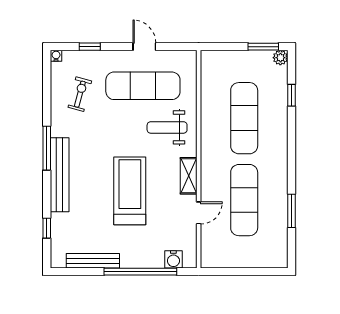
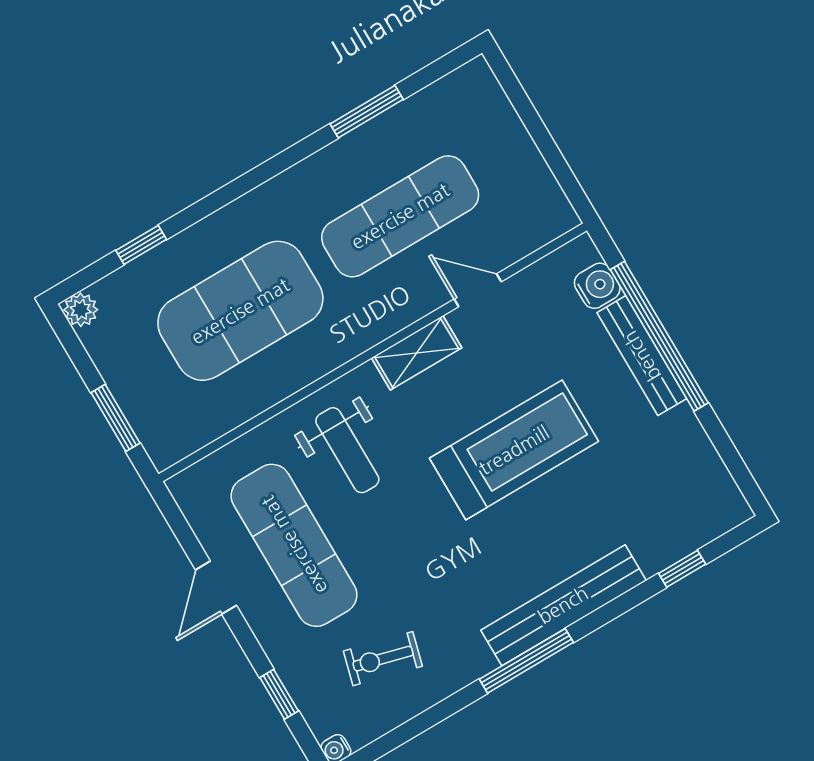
window: (263, 47) -> (116, 418), moved
exercise mat: (244, 118) -> (240, 311), width x1.47
treadmill: (130, 191) -> (514, 450), turned 180
bench: (93, 261) -> (642, 356), moved

